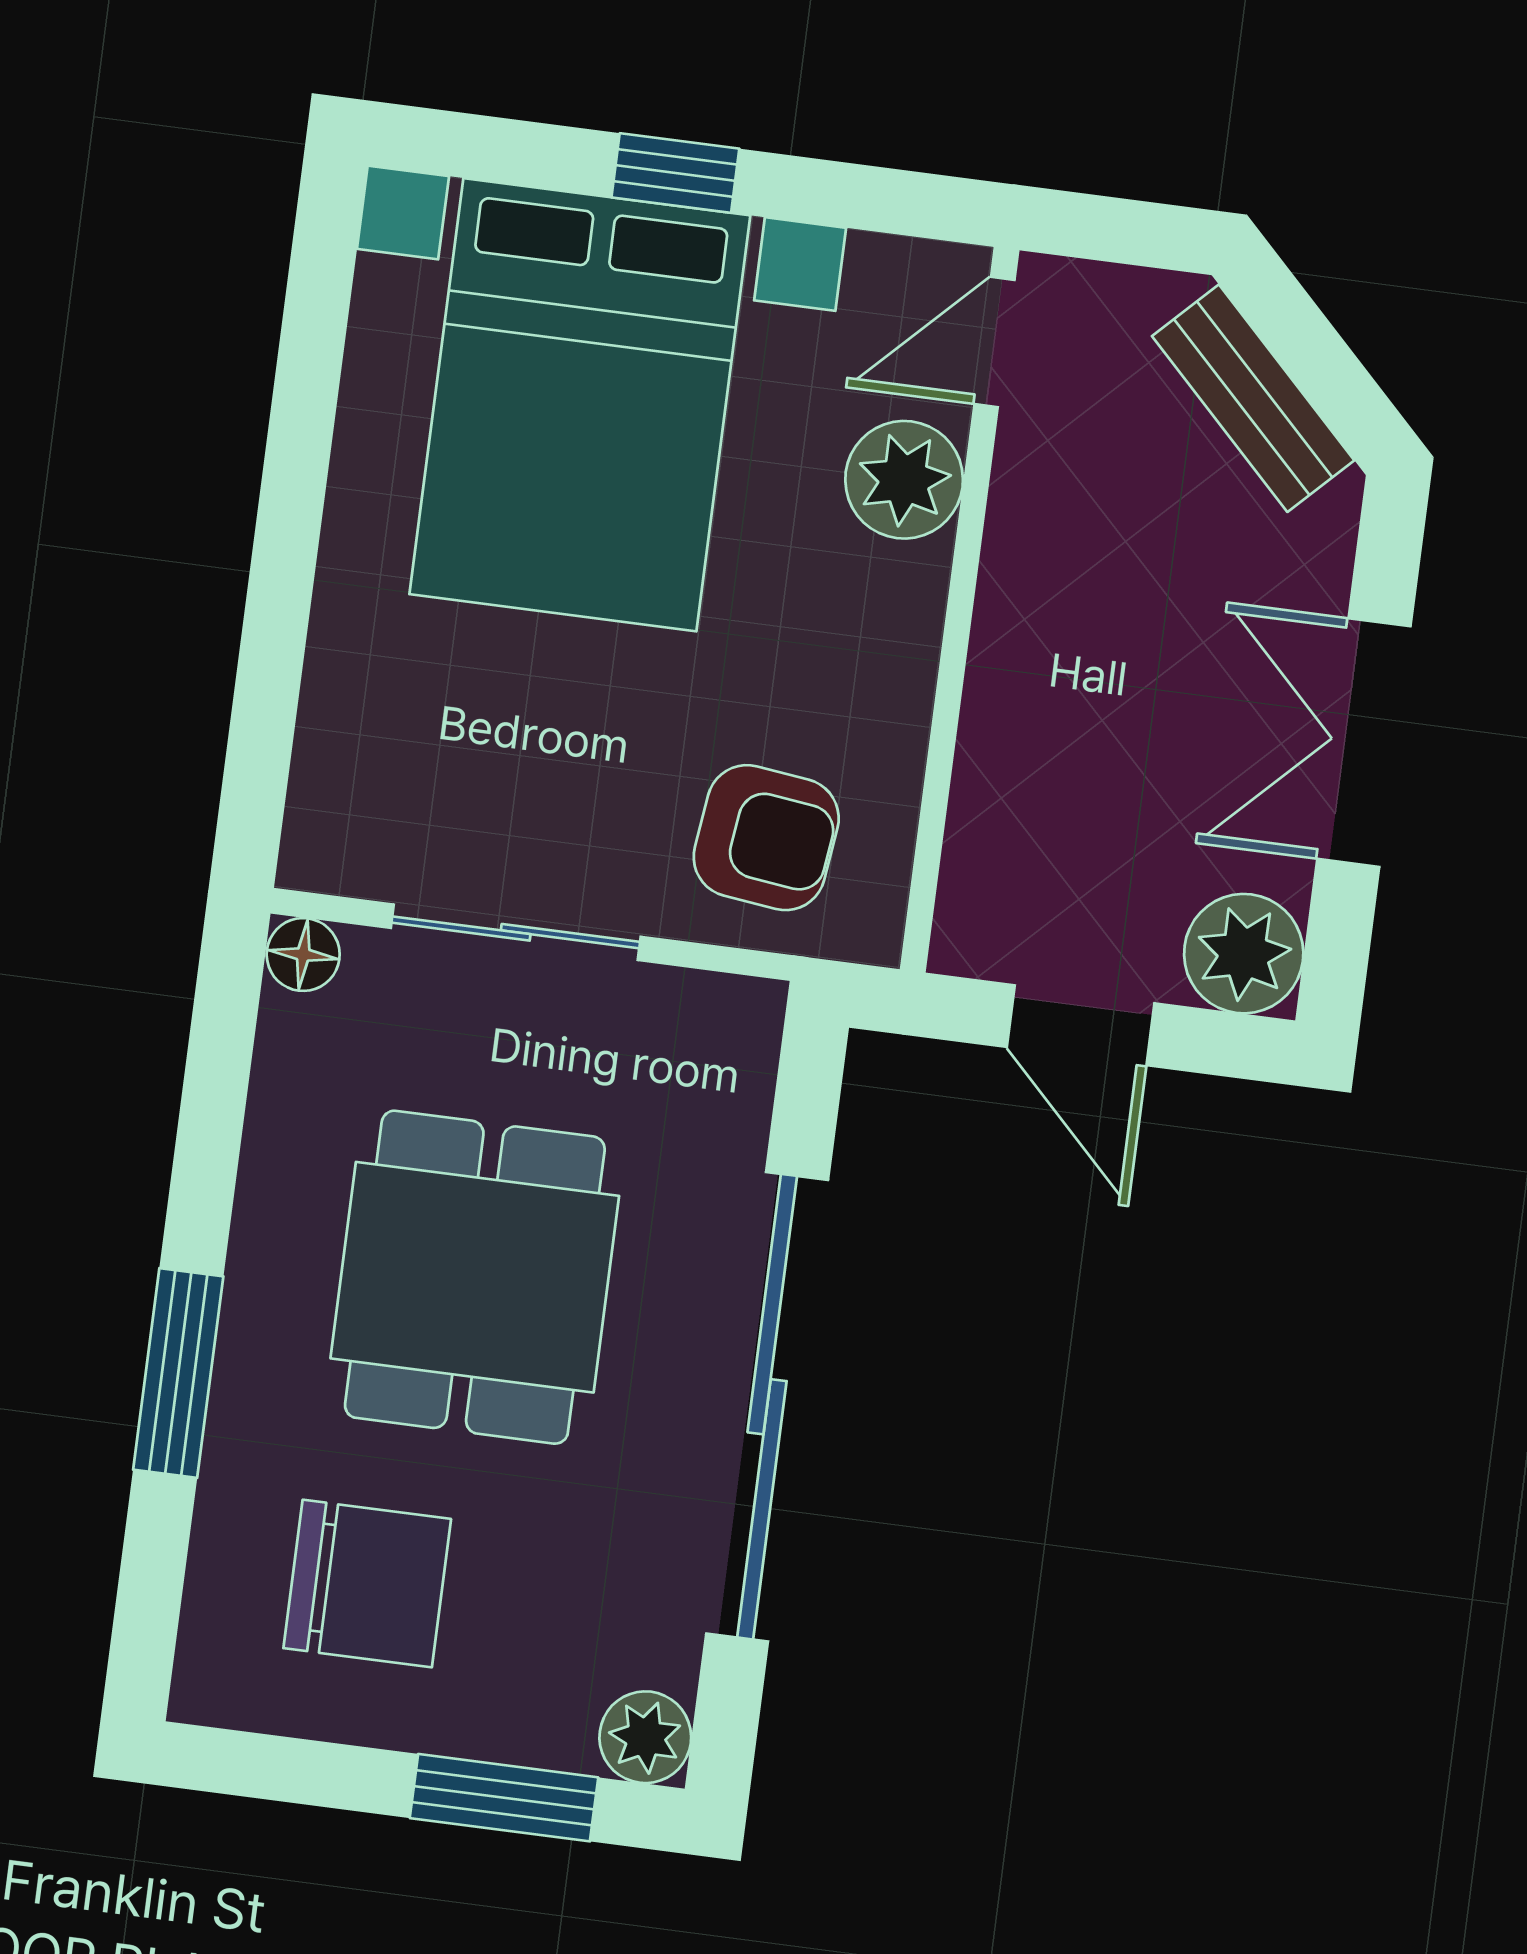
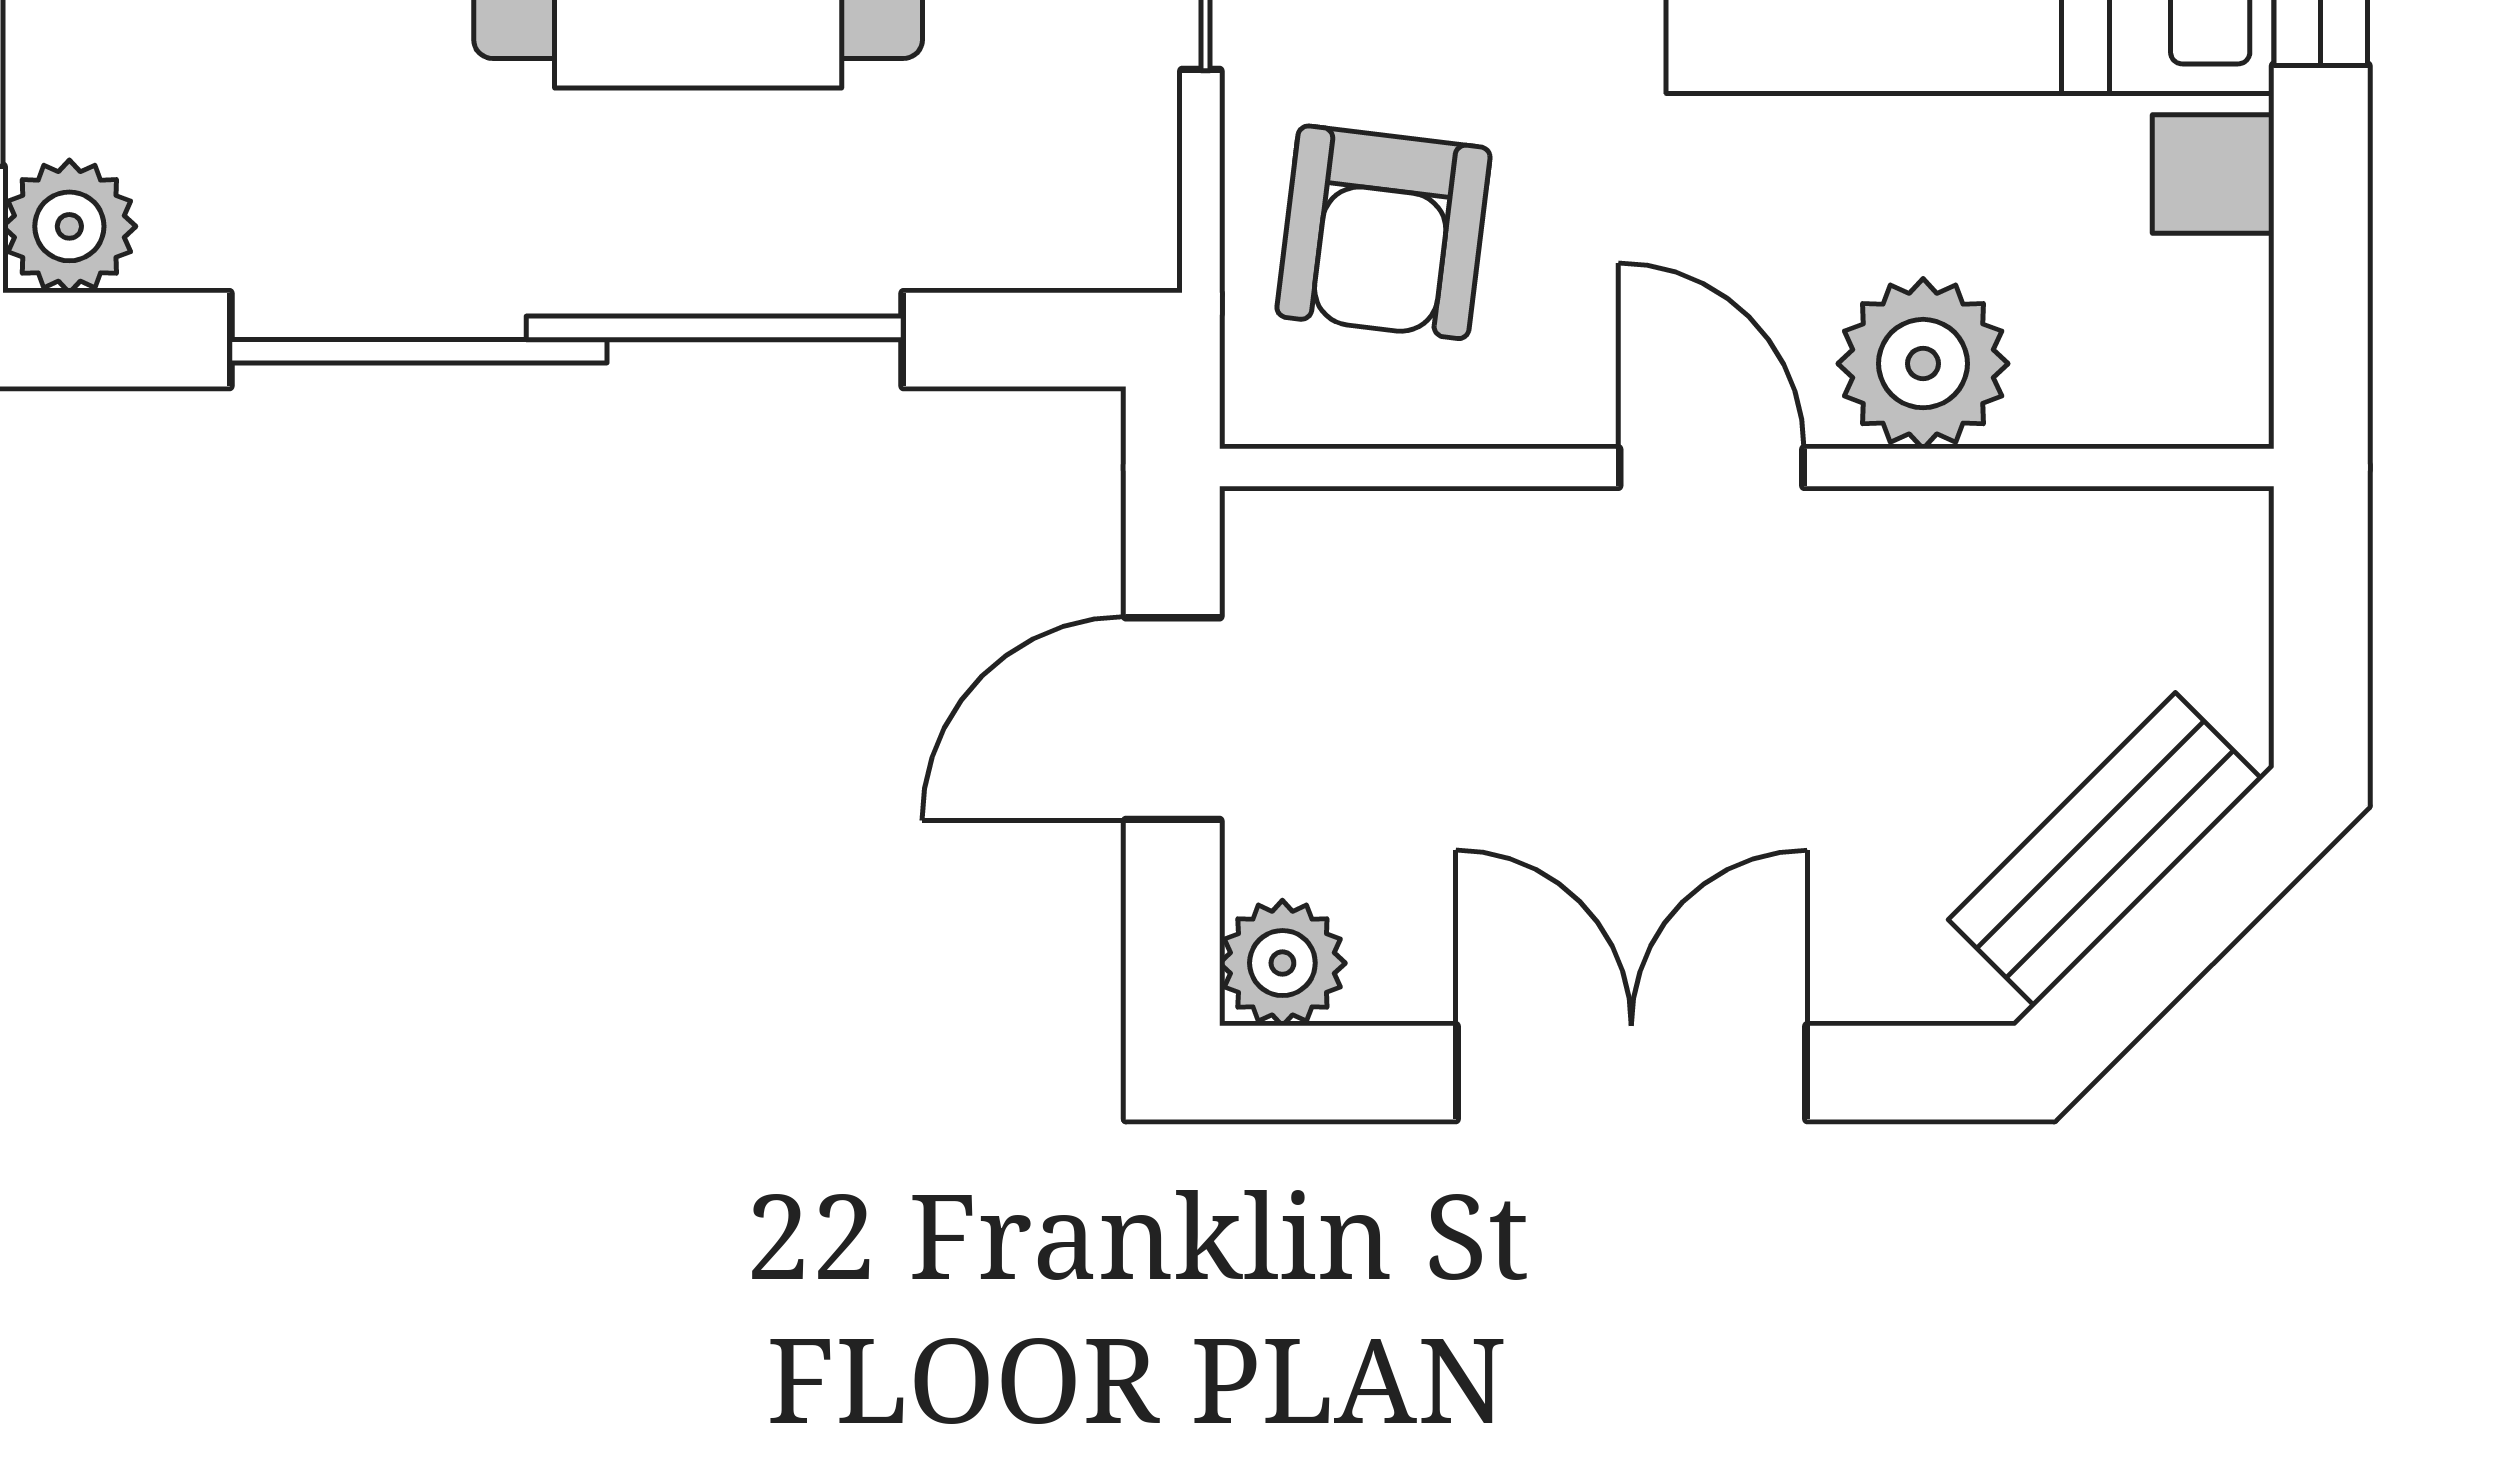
door: (994, 342) -> (1711, 468), moved
plant: (1244, 954) -> (1282, 963), width x0.73, depth x0.73

